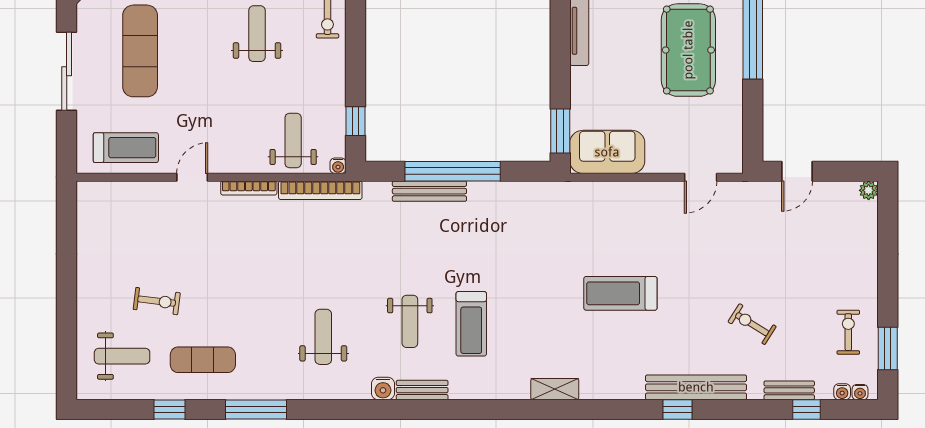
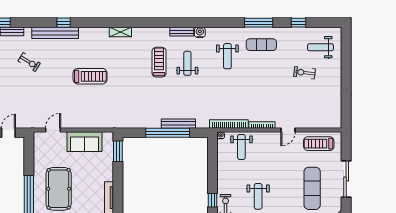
window: (356, 121) -> (213, 200), moved
sofa: (607, 152) -> (84, 142), moved
exercise mat: (203, 360) -> (261, 45), moved

